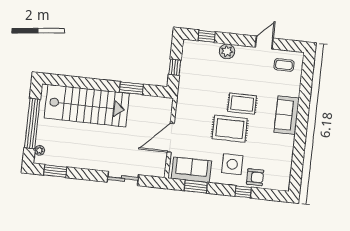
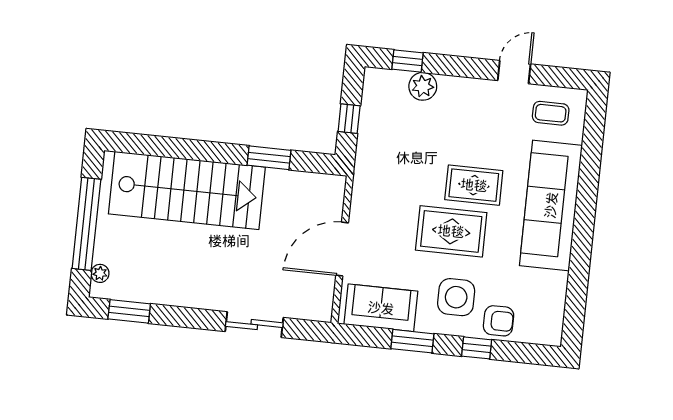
plant: (227, 51) -> (423, 86), moved
sofa: (287, 115) -> (551, 205), width x1.85, depth x1.27
window: (196, 187) -> (412, 341), moved

